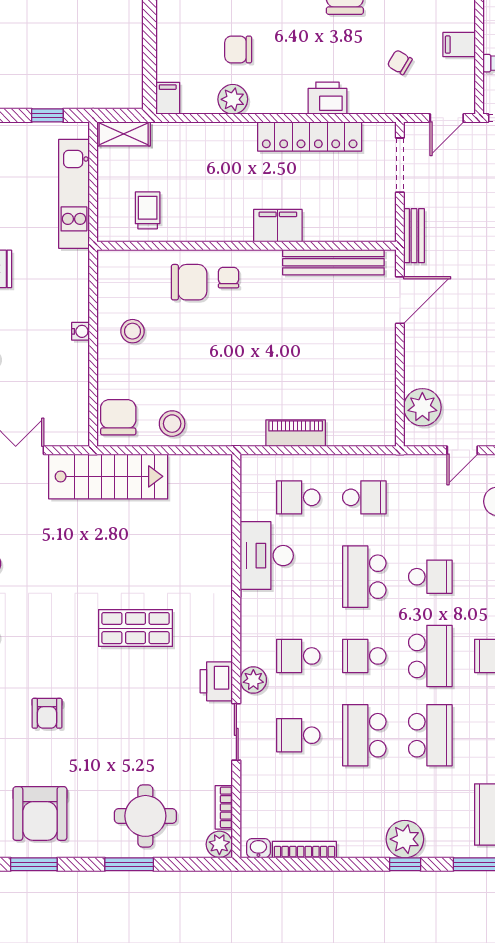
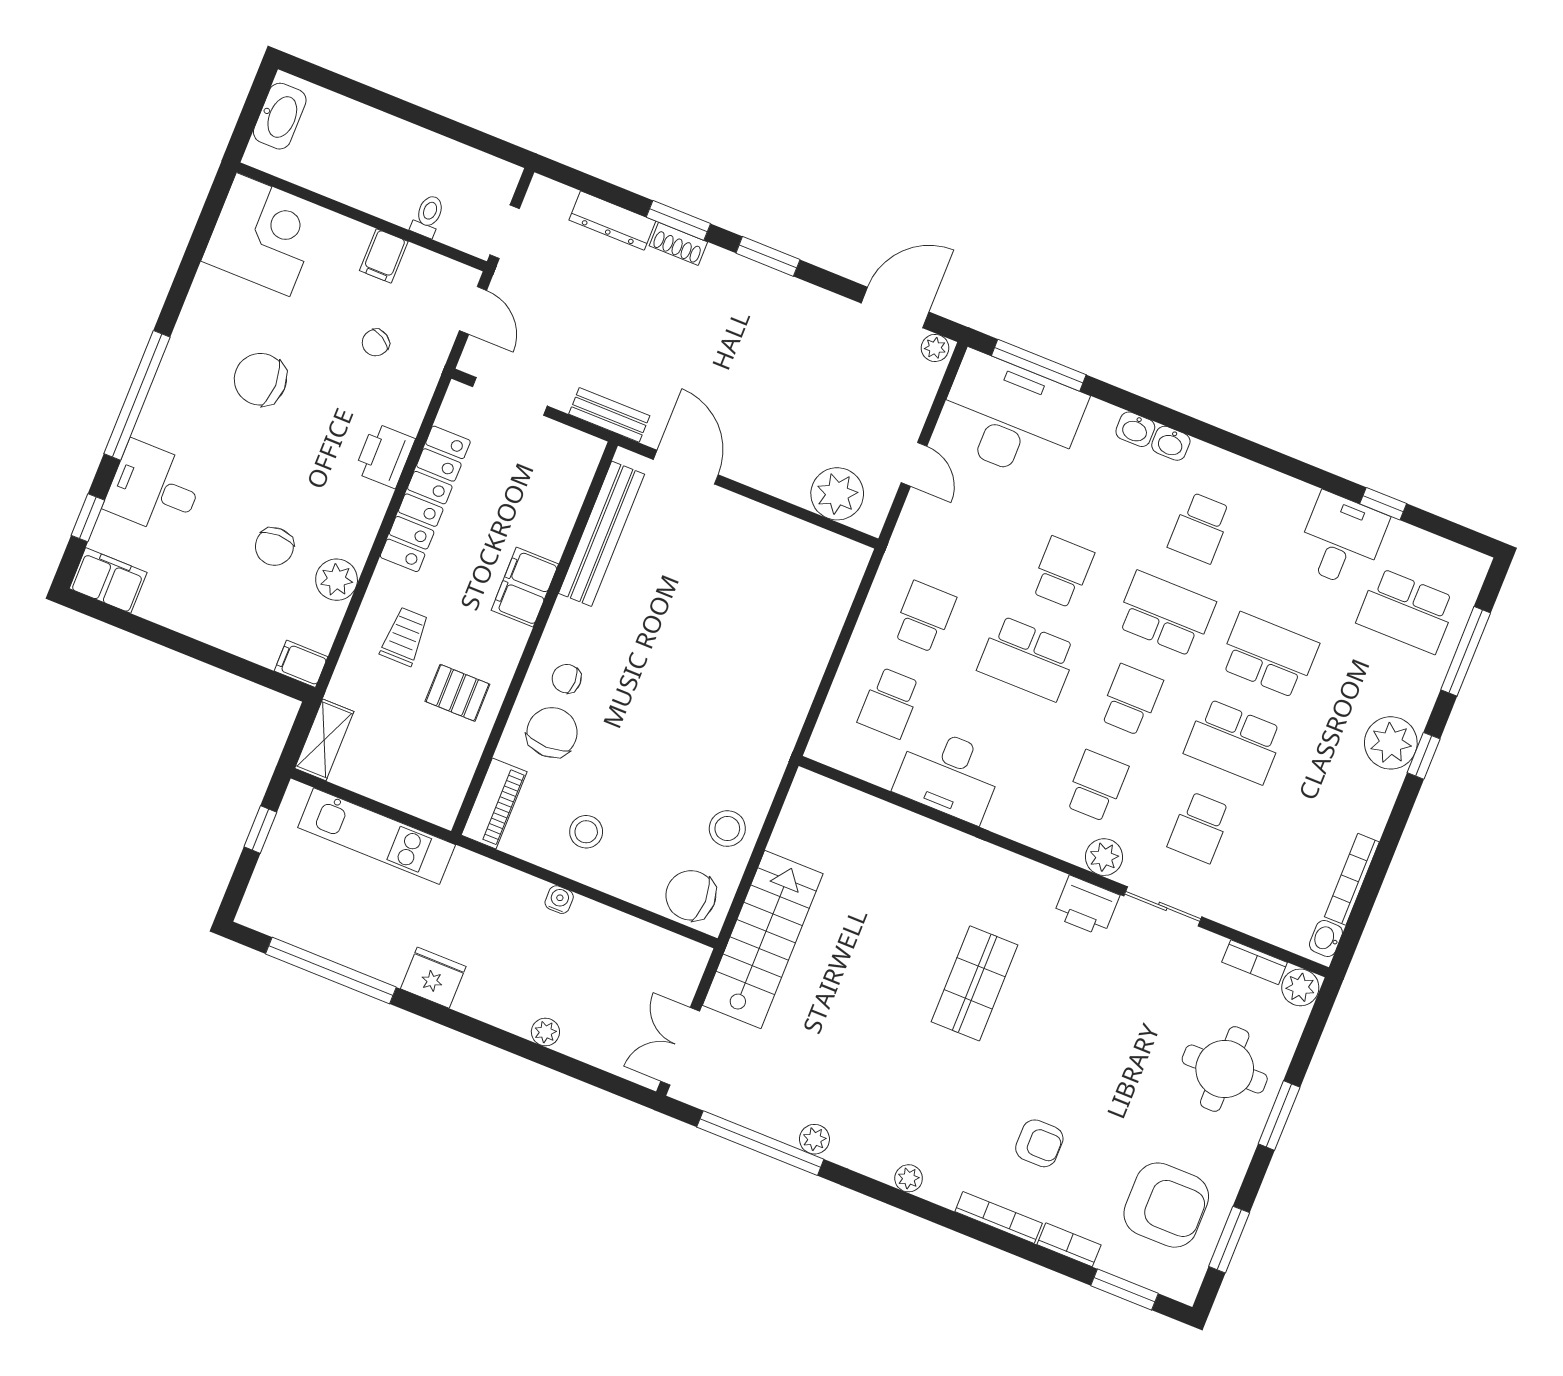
pallet: (190, 209) -> (457, 693), added
trolley: (148, 210) -> (405, 637), moved, turned 90
piano: (296, 433) -> (494, 803), moved, turned 180
school desk: (298, 656) -> (1096, 786), turned 180
school desk: (364, 656) -> (1131, 700), turned 180

